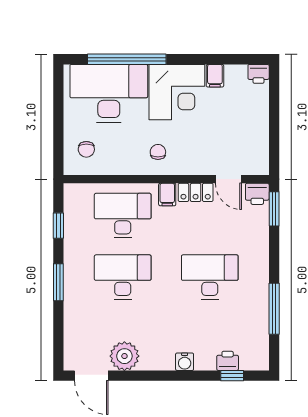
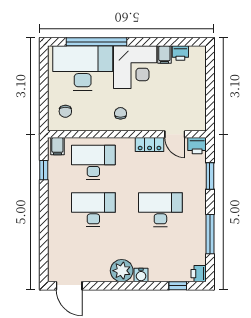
printer: (259, 74) -> (180, 53), moved
filing cabinet: (167, 195) -> (57, 146), moved
window: (274, 209) -> (210, 176), moved
window: (58, 282) -> (44, 214), removed
plant: (124, 356) -> (122, 271), moved
printer: (228, 361) -> (199, 274), moved, turned -90

